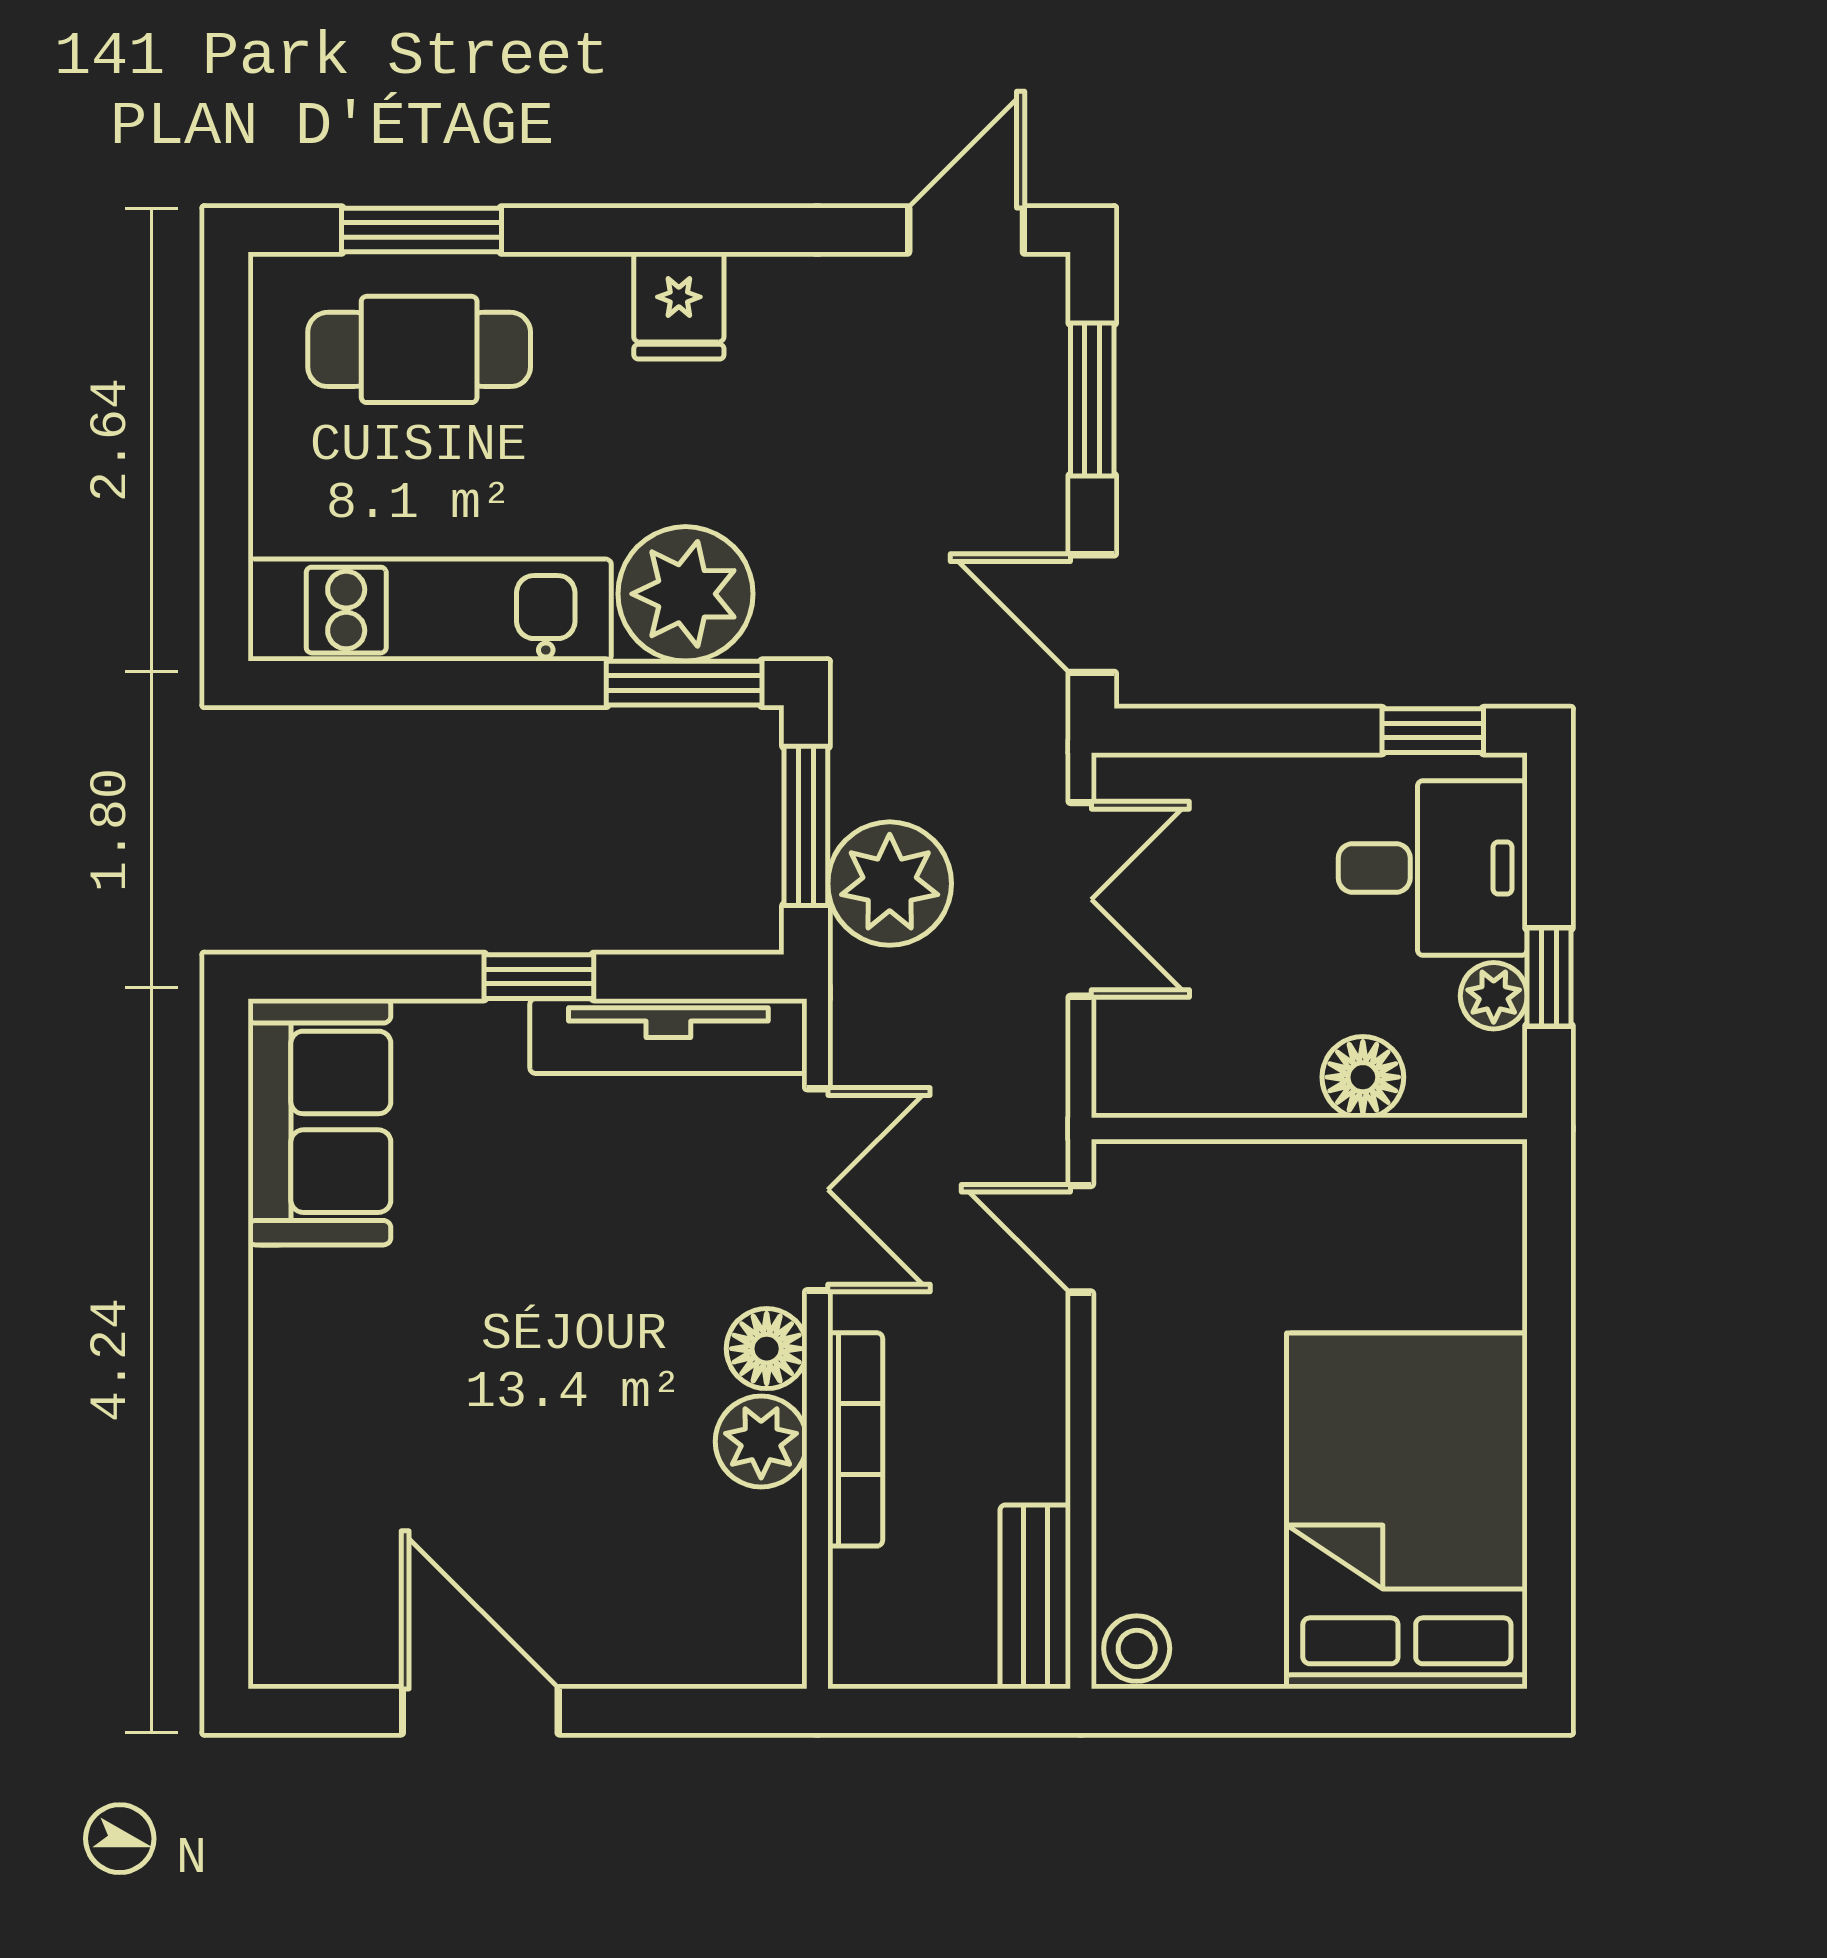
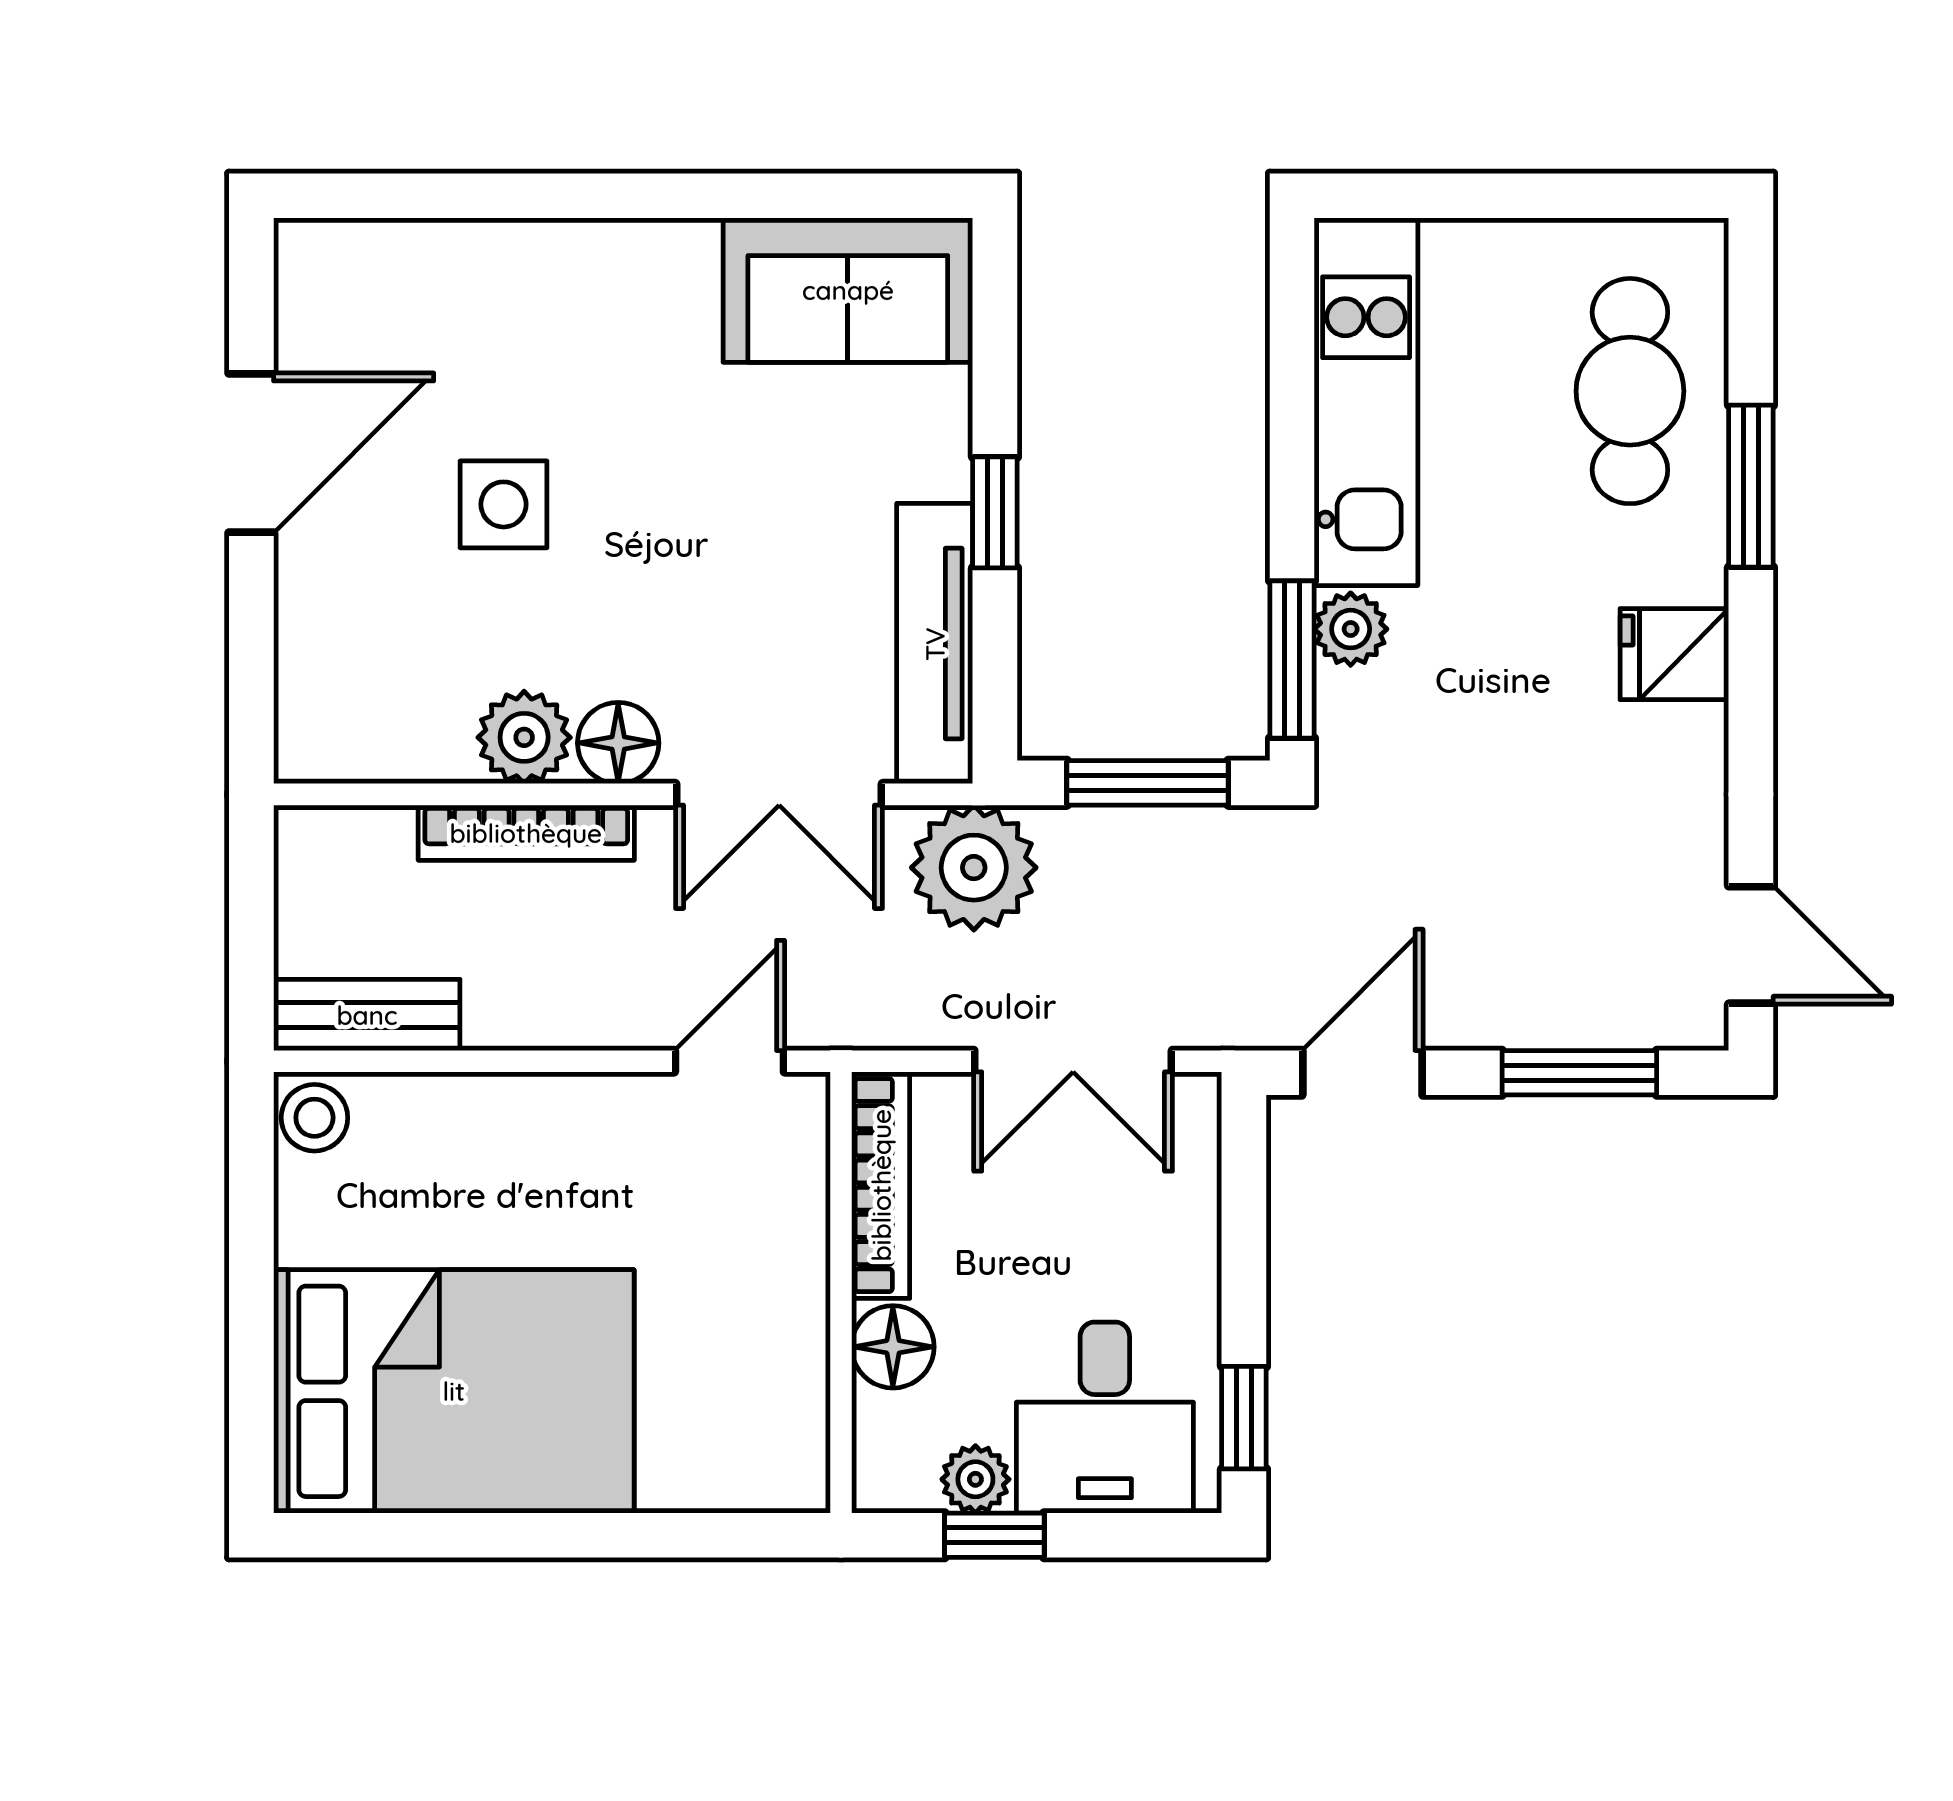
window: (421, 230) -> (1751, 486), moved
plant: (686, 594) -> (1351, 629), width x0.53, depth x0.53
plant: (890, 884) -> (974, 868), moved
bookcase: (1203, 1089) -> (881, 1185), added
side table: (531, 1462) -> (504, 504), added

